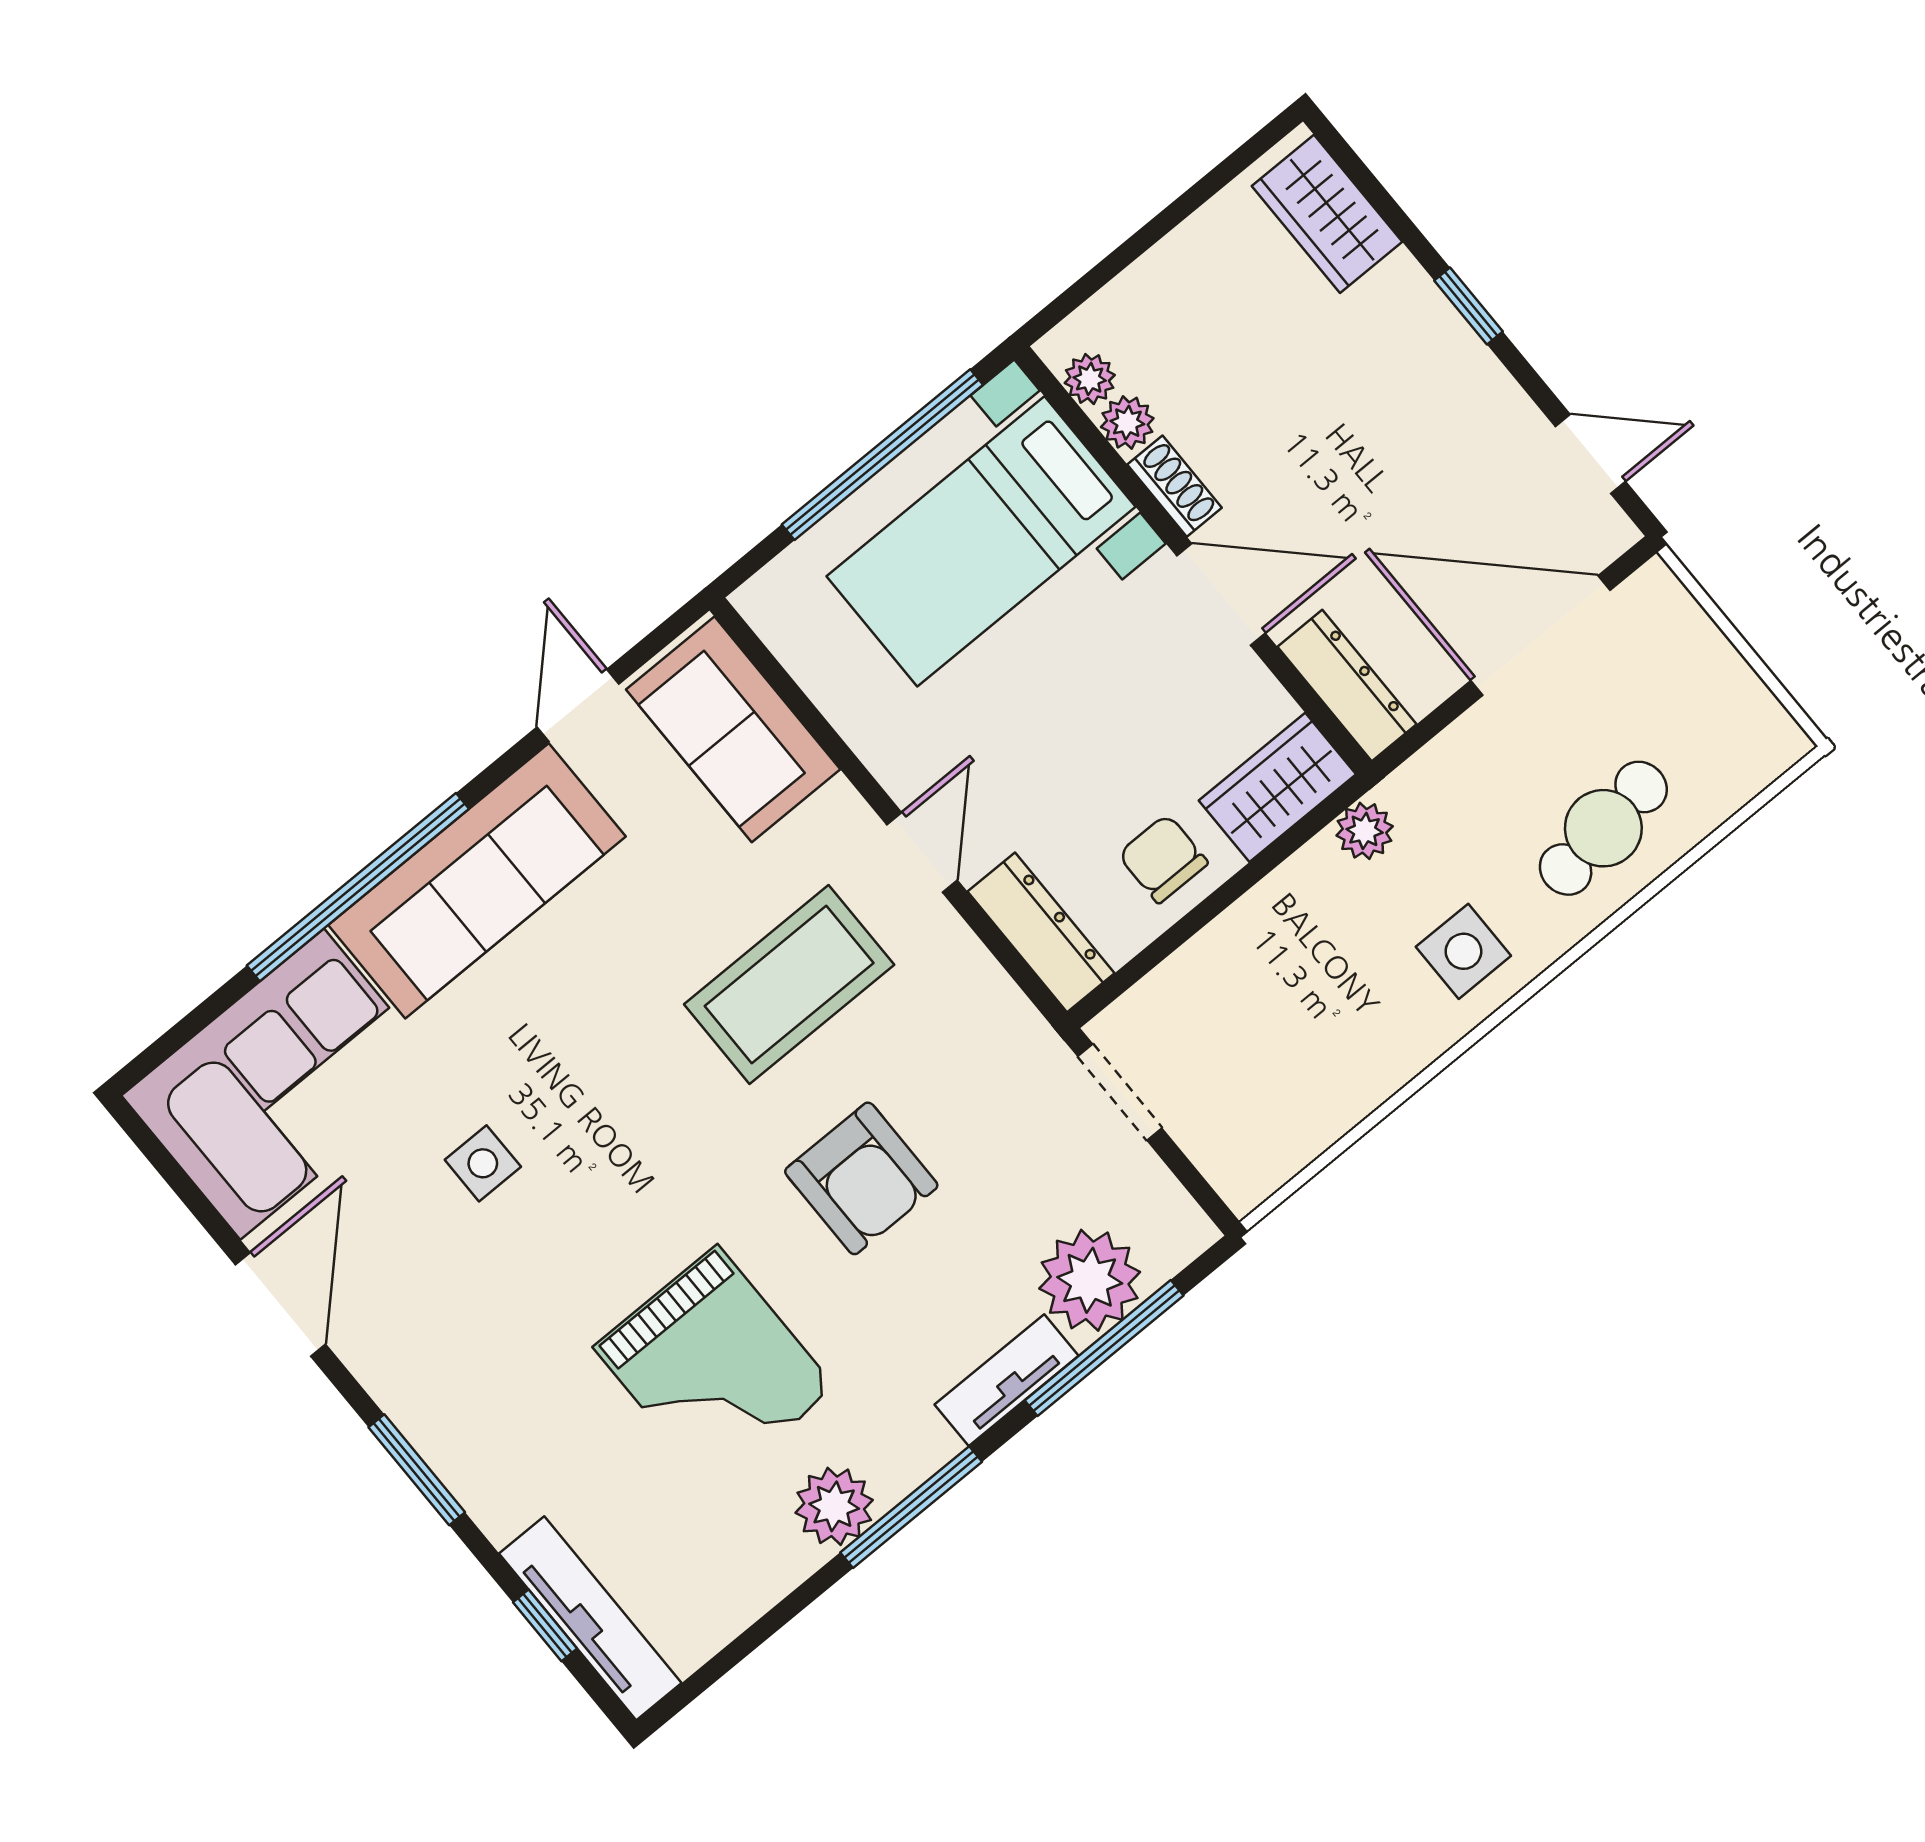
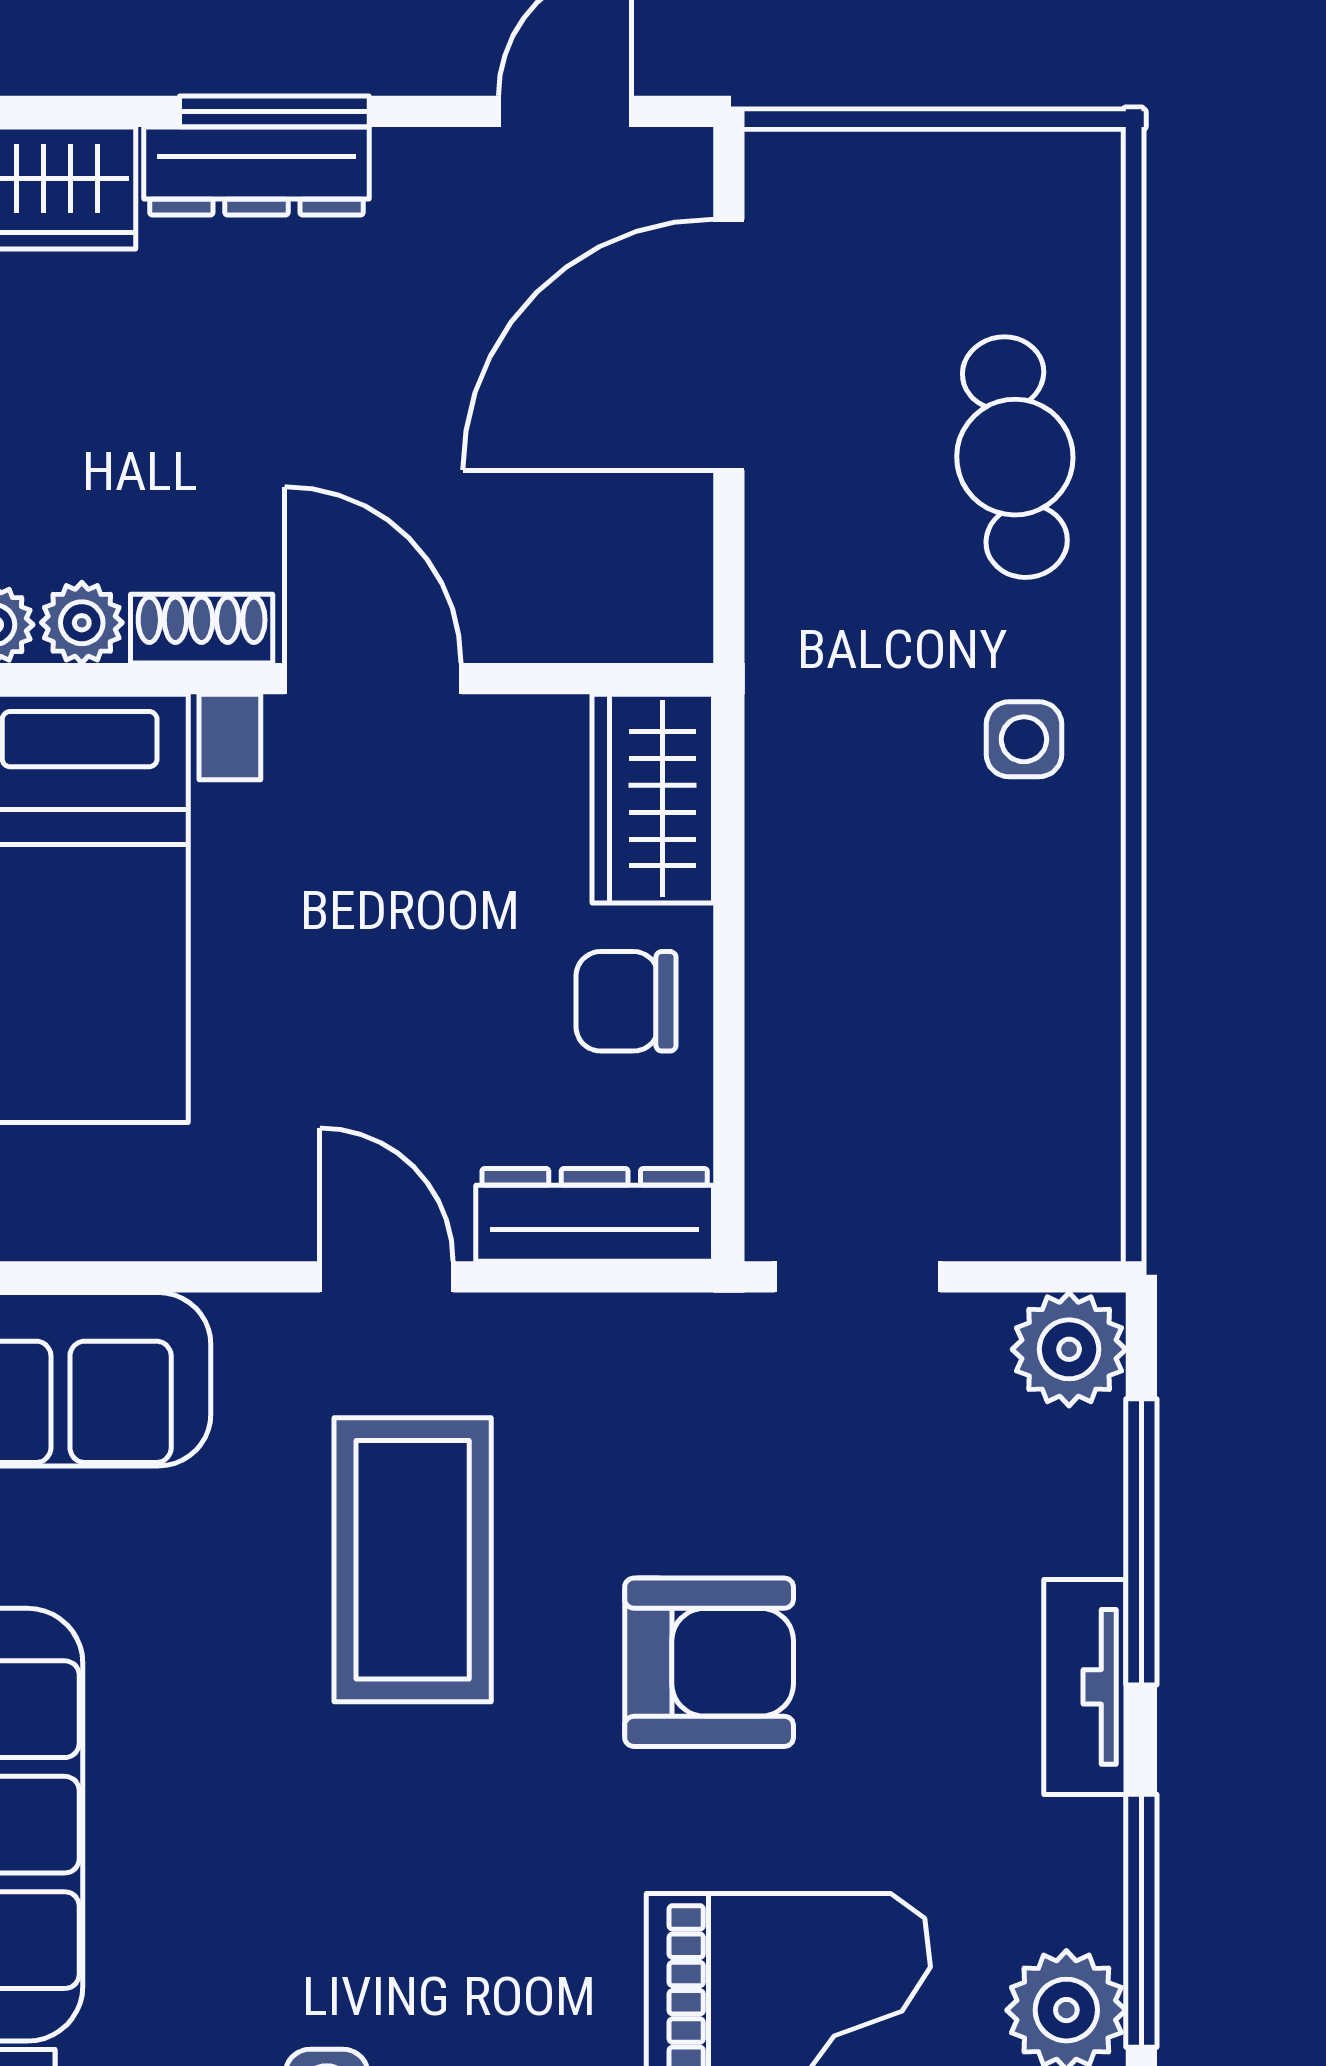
window: (1468, 306) -> (274, 111), width x1.50
door: (1221, 594) -> (373, 679), hinge flipped
dresser: (1347, 685) -> (256, 171), moved, turned 180
plant: (1365, 831) -> (788, 739), removed
side table: (1463, 951) -> (1024, 739), width x0.73, depth x0.73
plant: (1090, 1280) -> (1069, 1349), moved, width x0.73, depth x0.73

